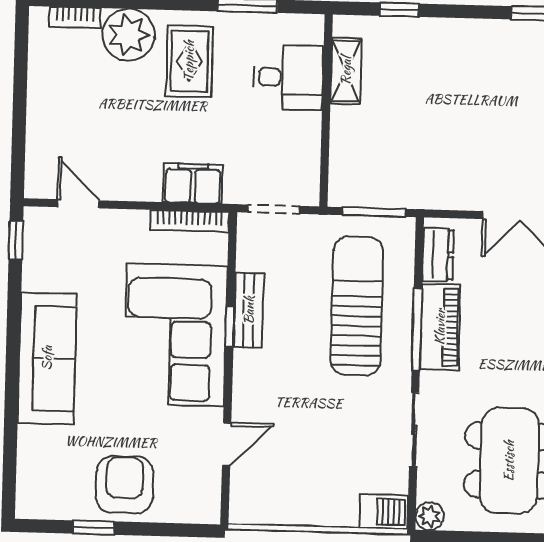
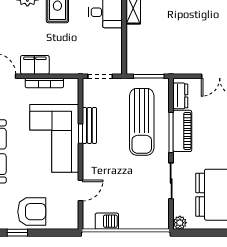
filing cabinet: (193, 183) -> (35, 65), moved
bookcase: (189, 221) -> (44, 83), moved
sun lounger: (357, 306) -> (142, 122), turned 180
armchair: (125, 485) -> (32, 212), turned 90
barbecue: (384, 512) -> (107, 221), moved

